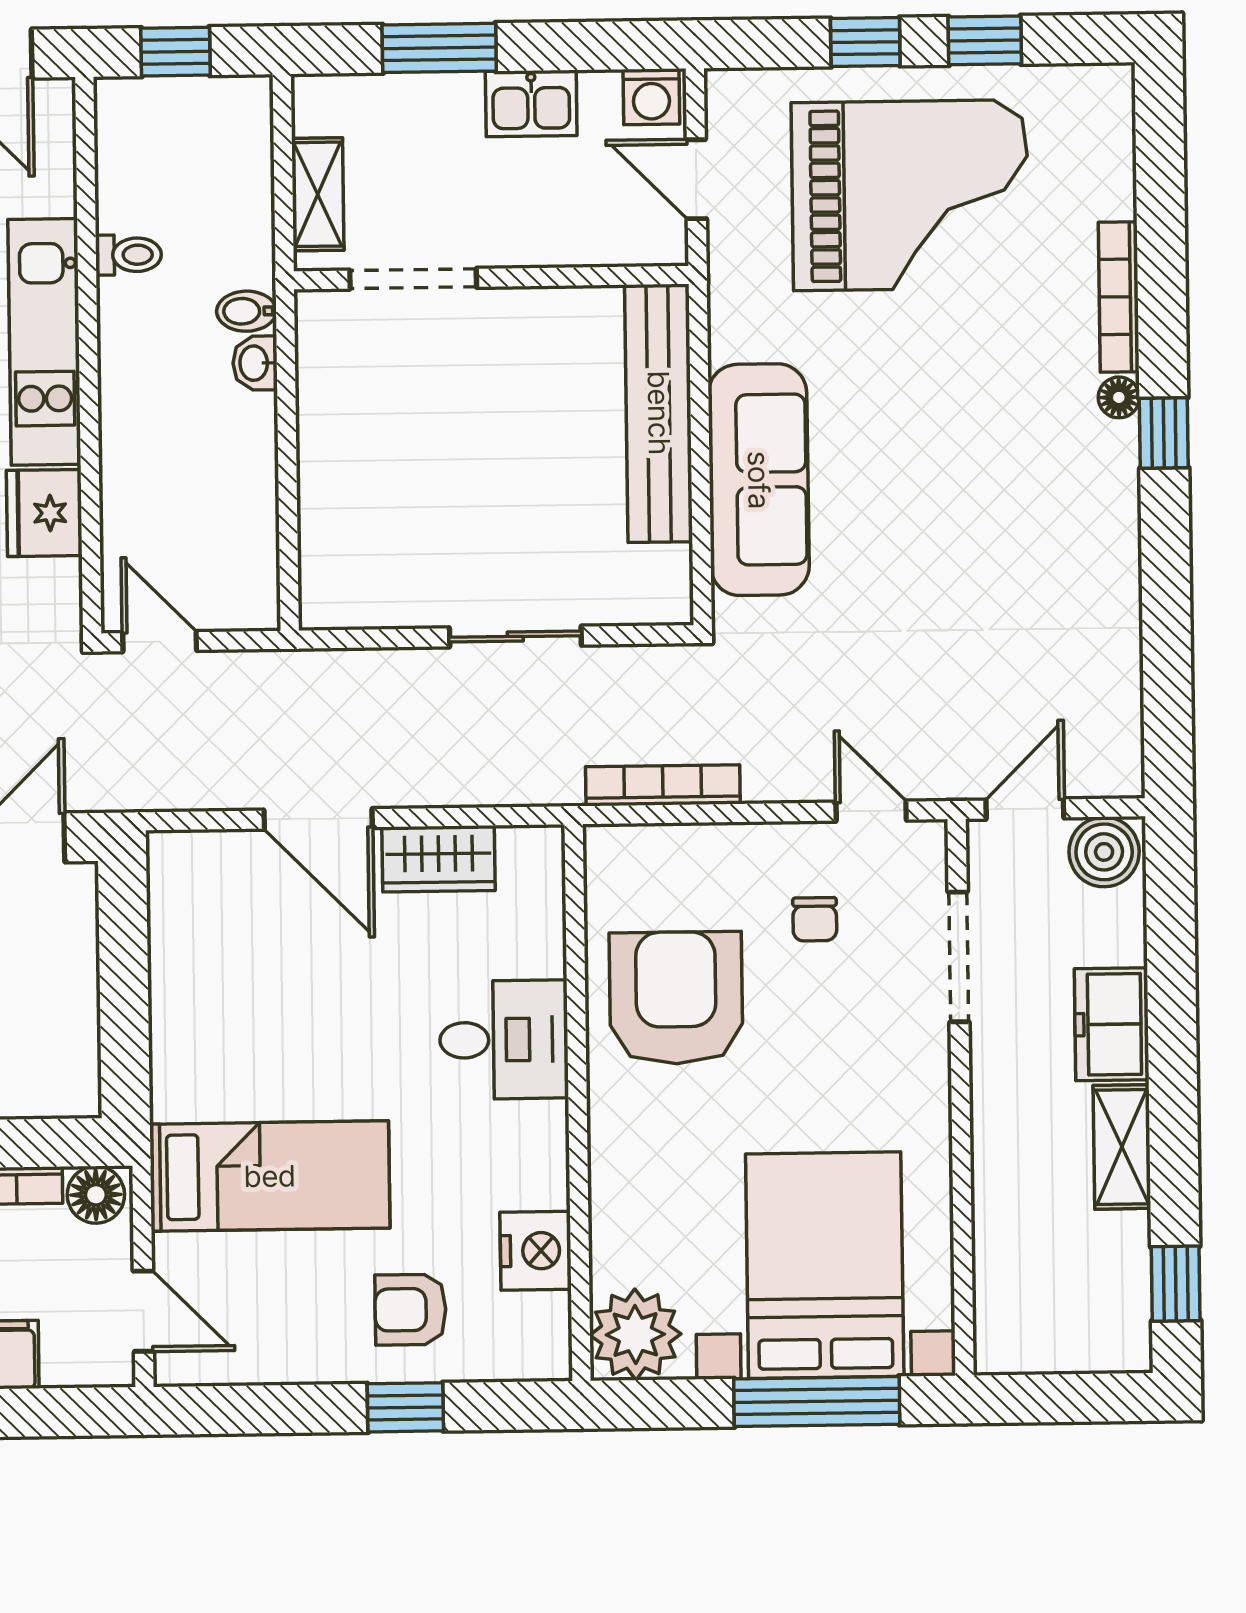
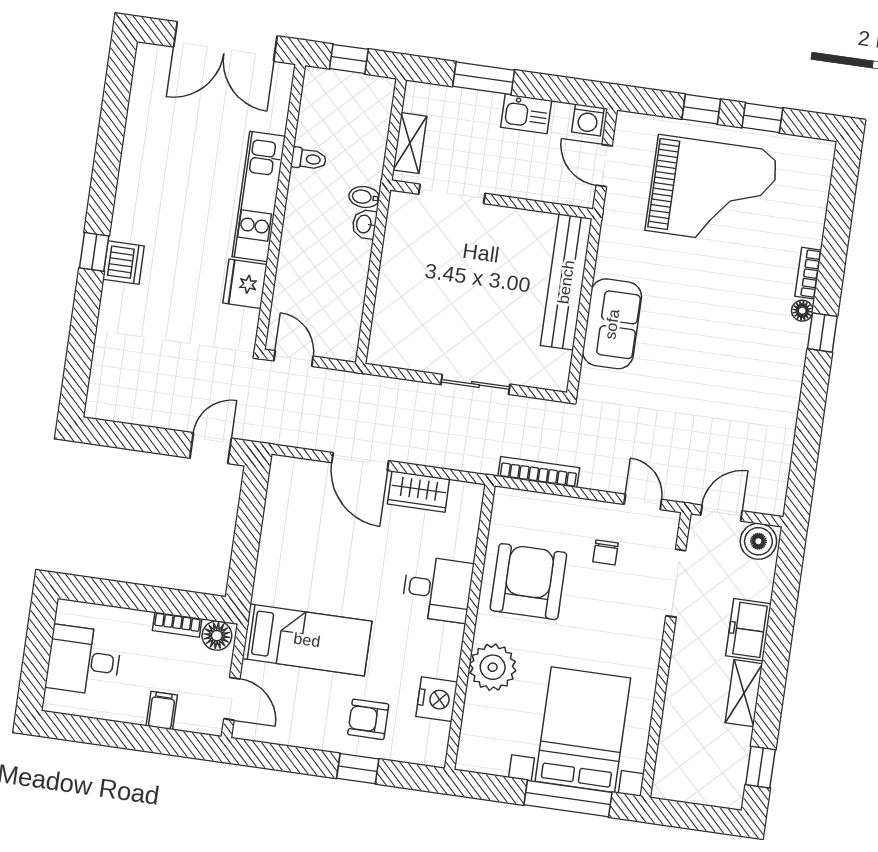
bookcase: (1119, 297) -> (808, 273), width x0.64
sofa: (759, 480) -> (612, 324), width x0.73
plant: (635, 1334) -> (493, 667), moved

